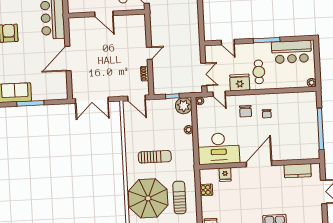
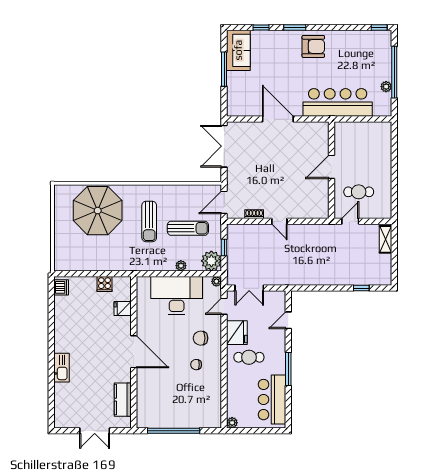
desk: (219, 148) -> (177, 296), moved, turned 90
sun lounger: (179, 197) -> (188, 228), moved

